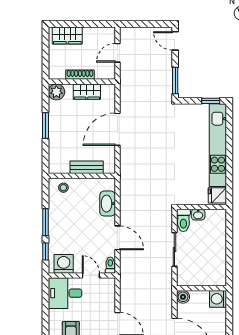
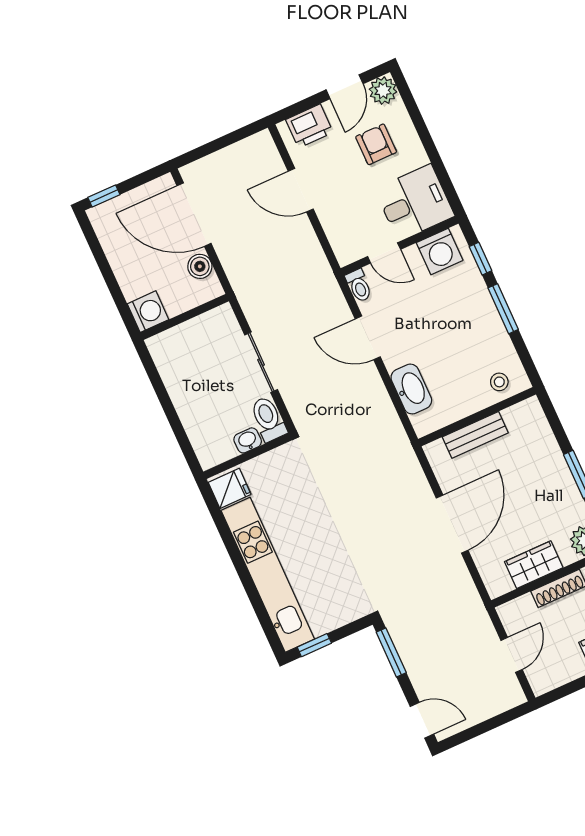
boiler: (183, 297) -> (200, 266), moved

